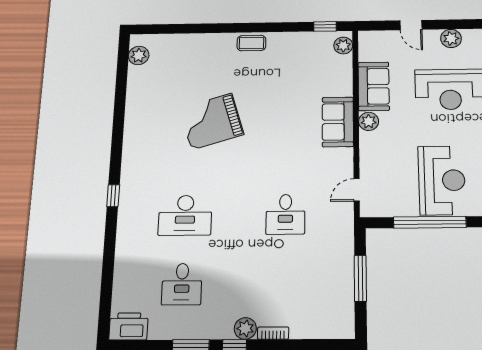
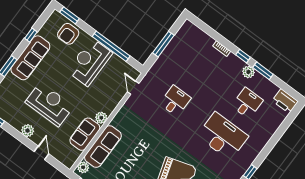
sofa: (338, 122) -> (103, 147), moved, width x1.36
door: (357, 190) -> (133, 88), swing flipped
desk: (185, 215) -> (223, 136), width x1.36, depth x1.30
plant: (245, 328) -> (248, 72), moved

